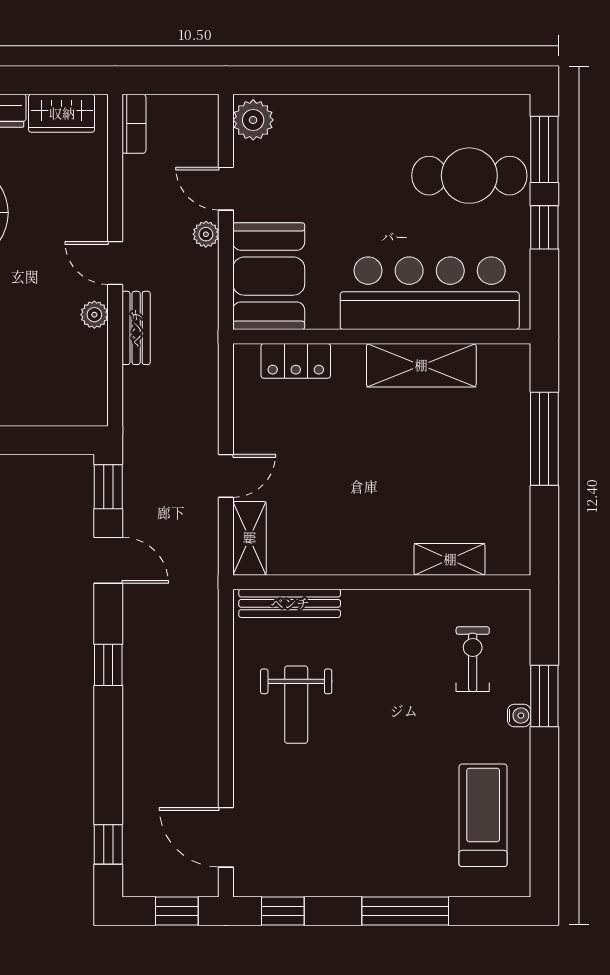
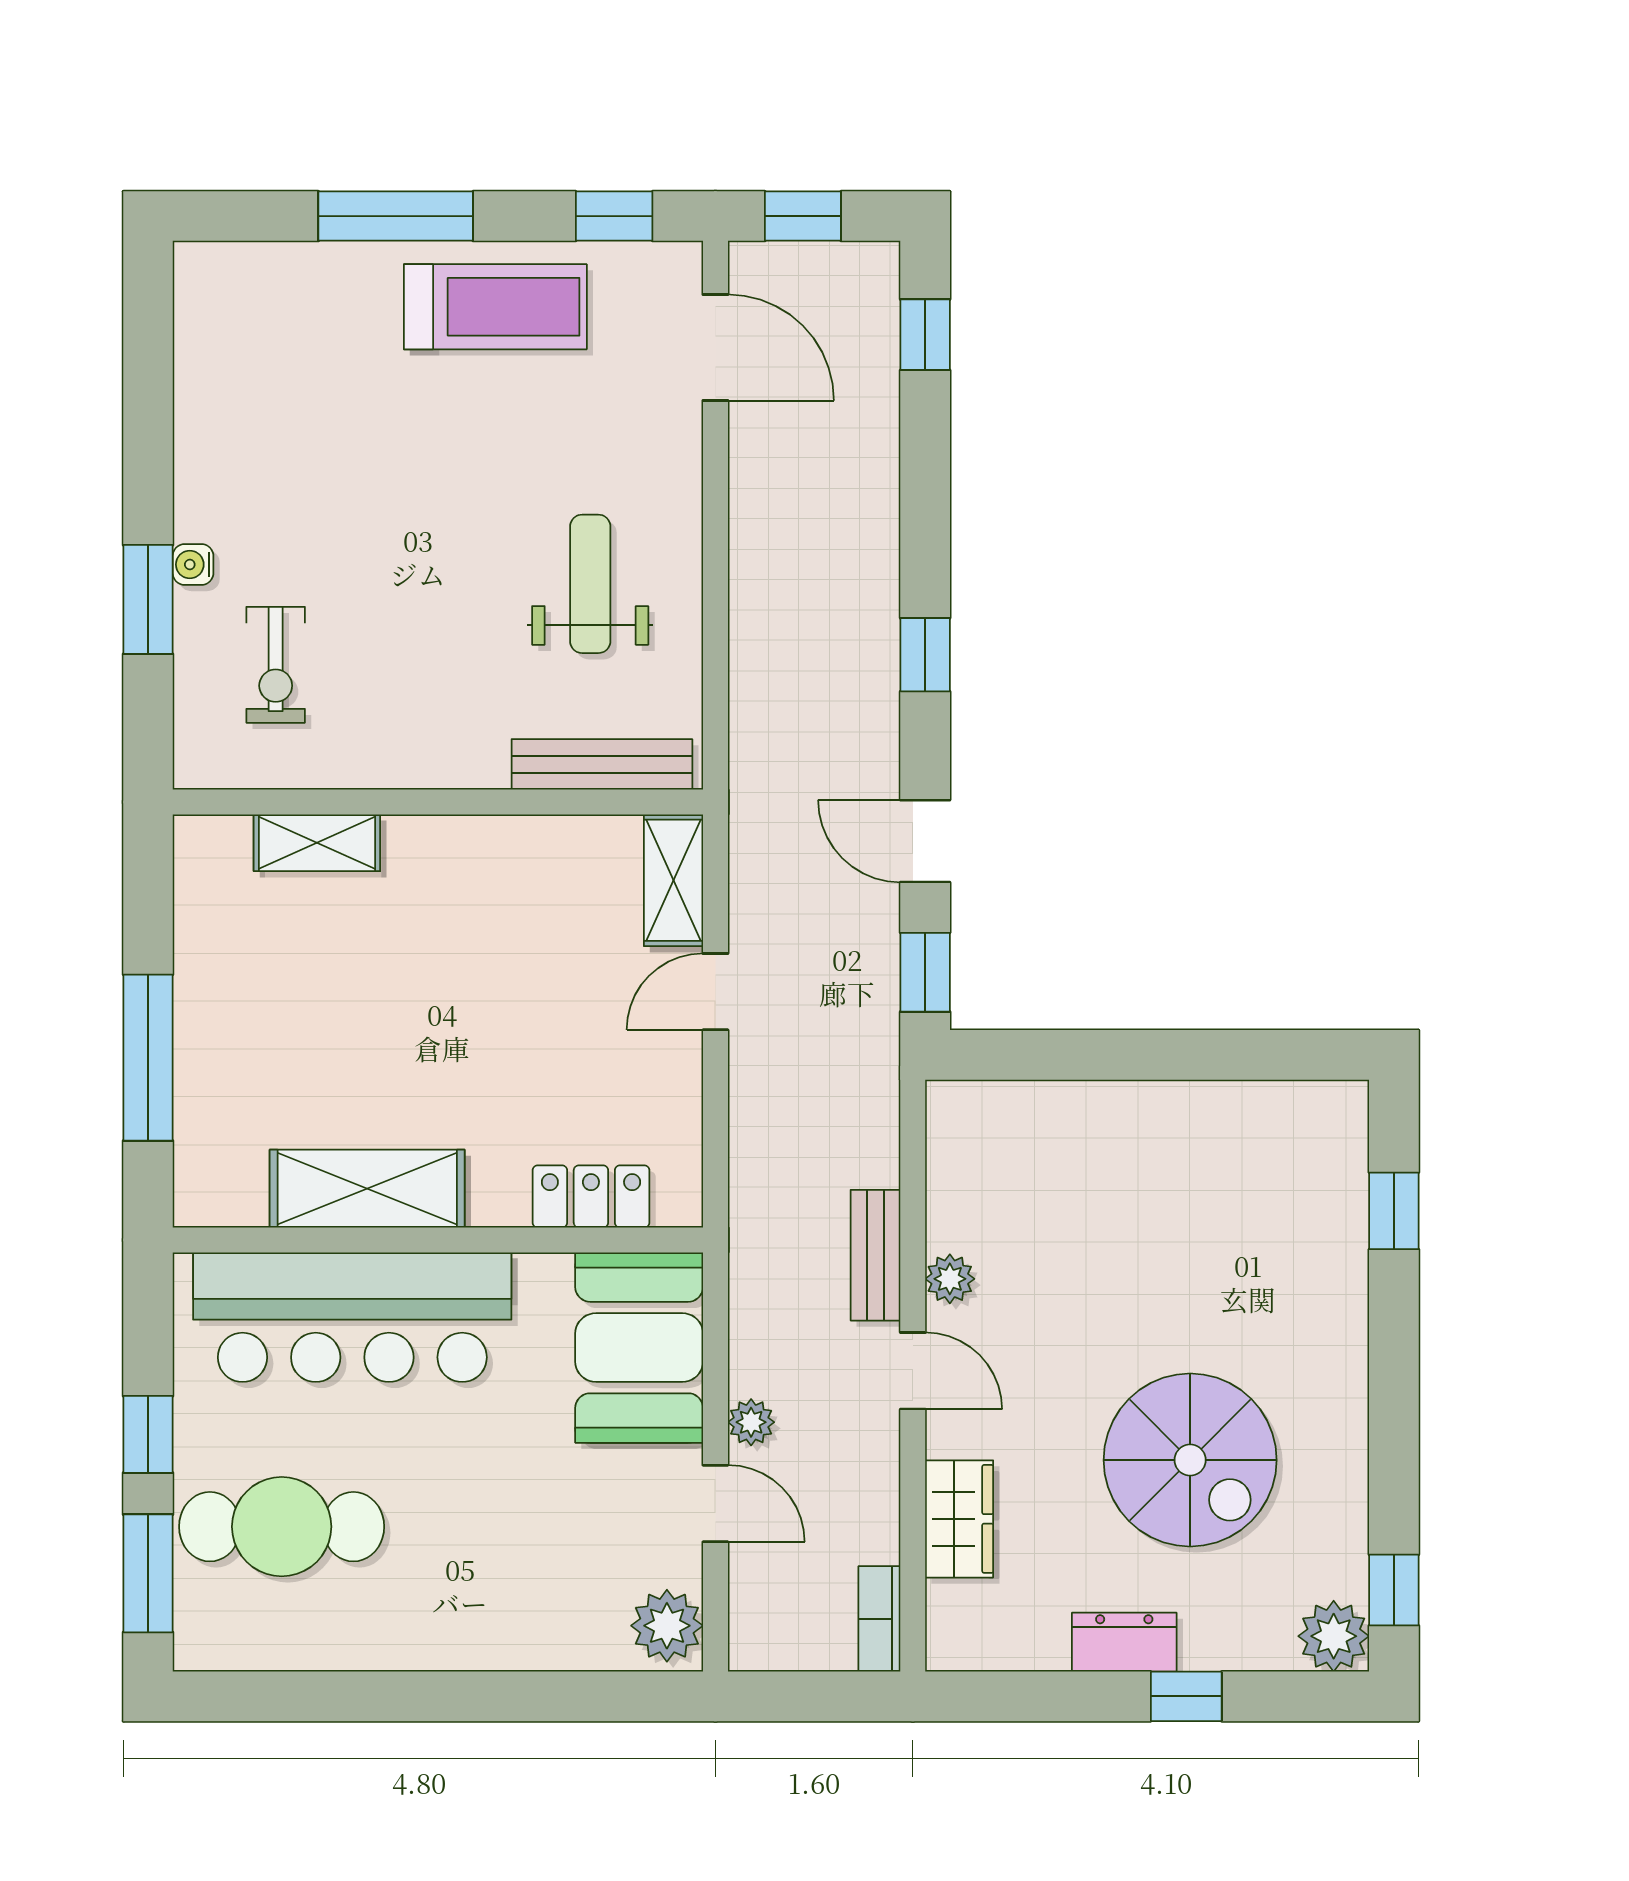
wardrobe: (62, 113) -> (959, 1519), moved, turned 90
treadmill: (483, 815) -> (495, 307), moved, turned -90

